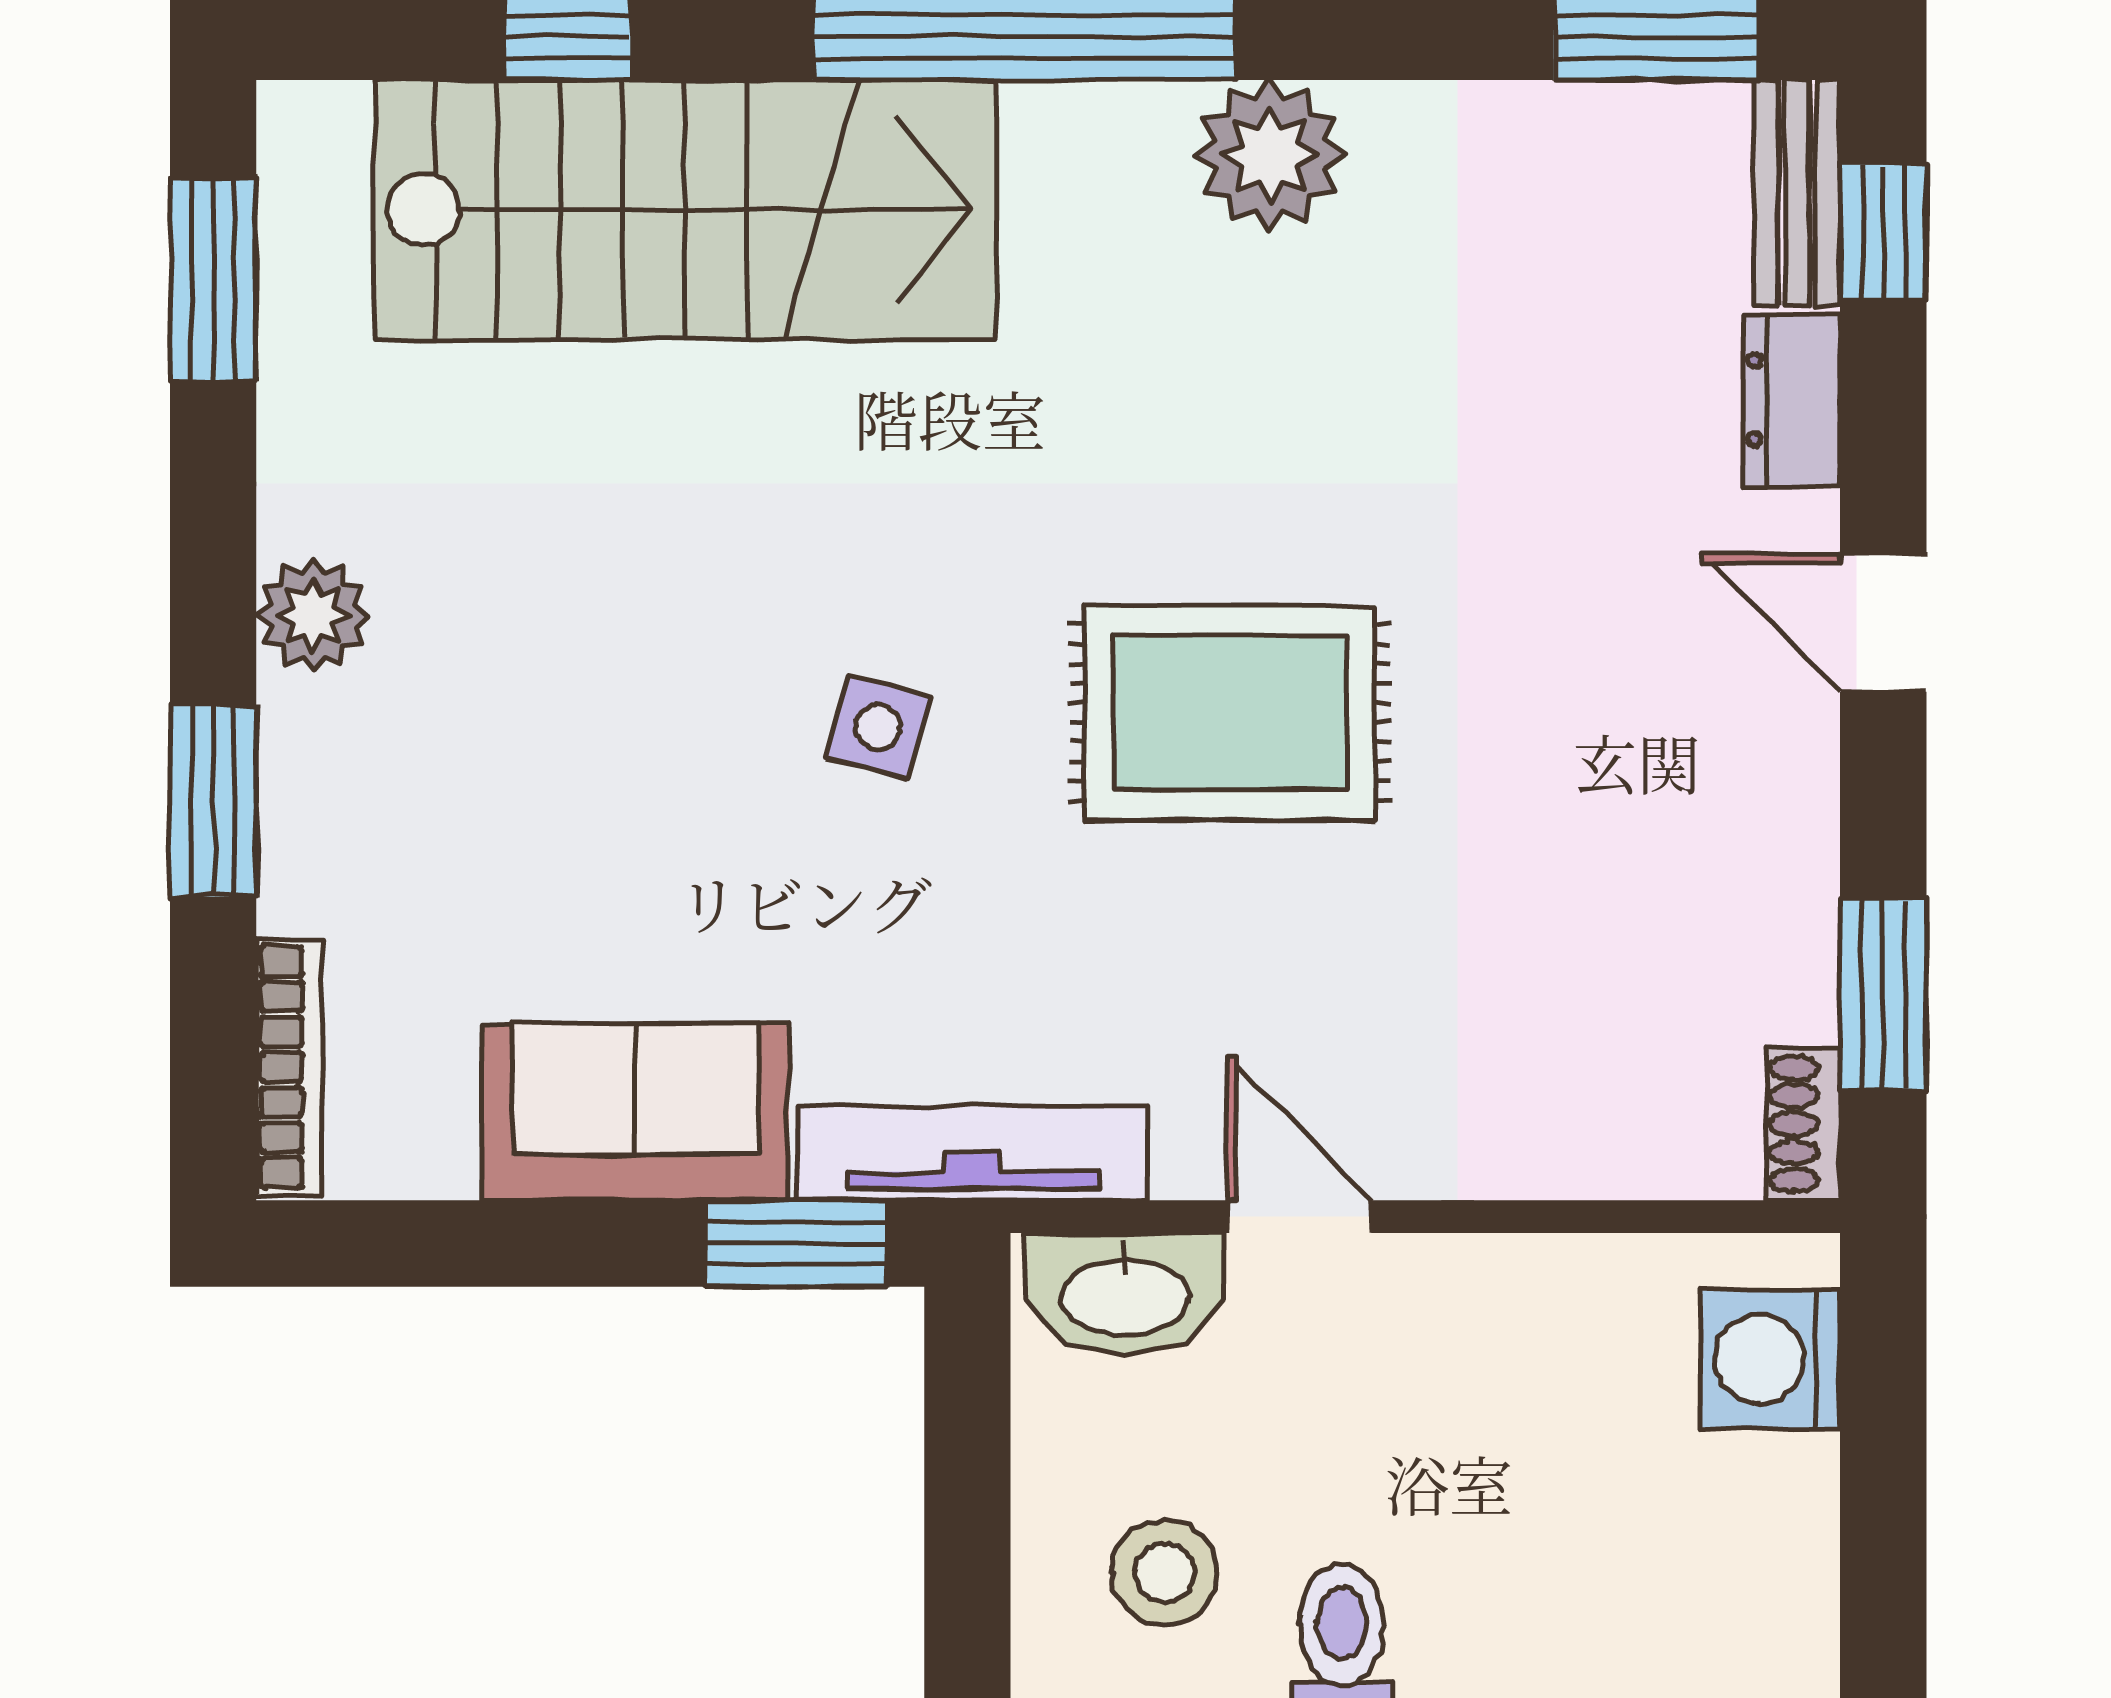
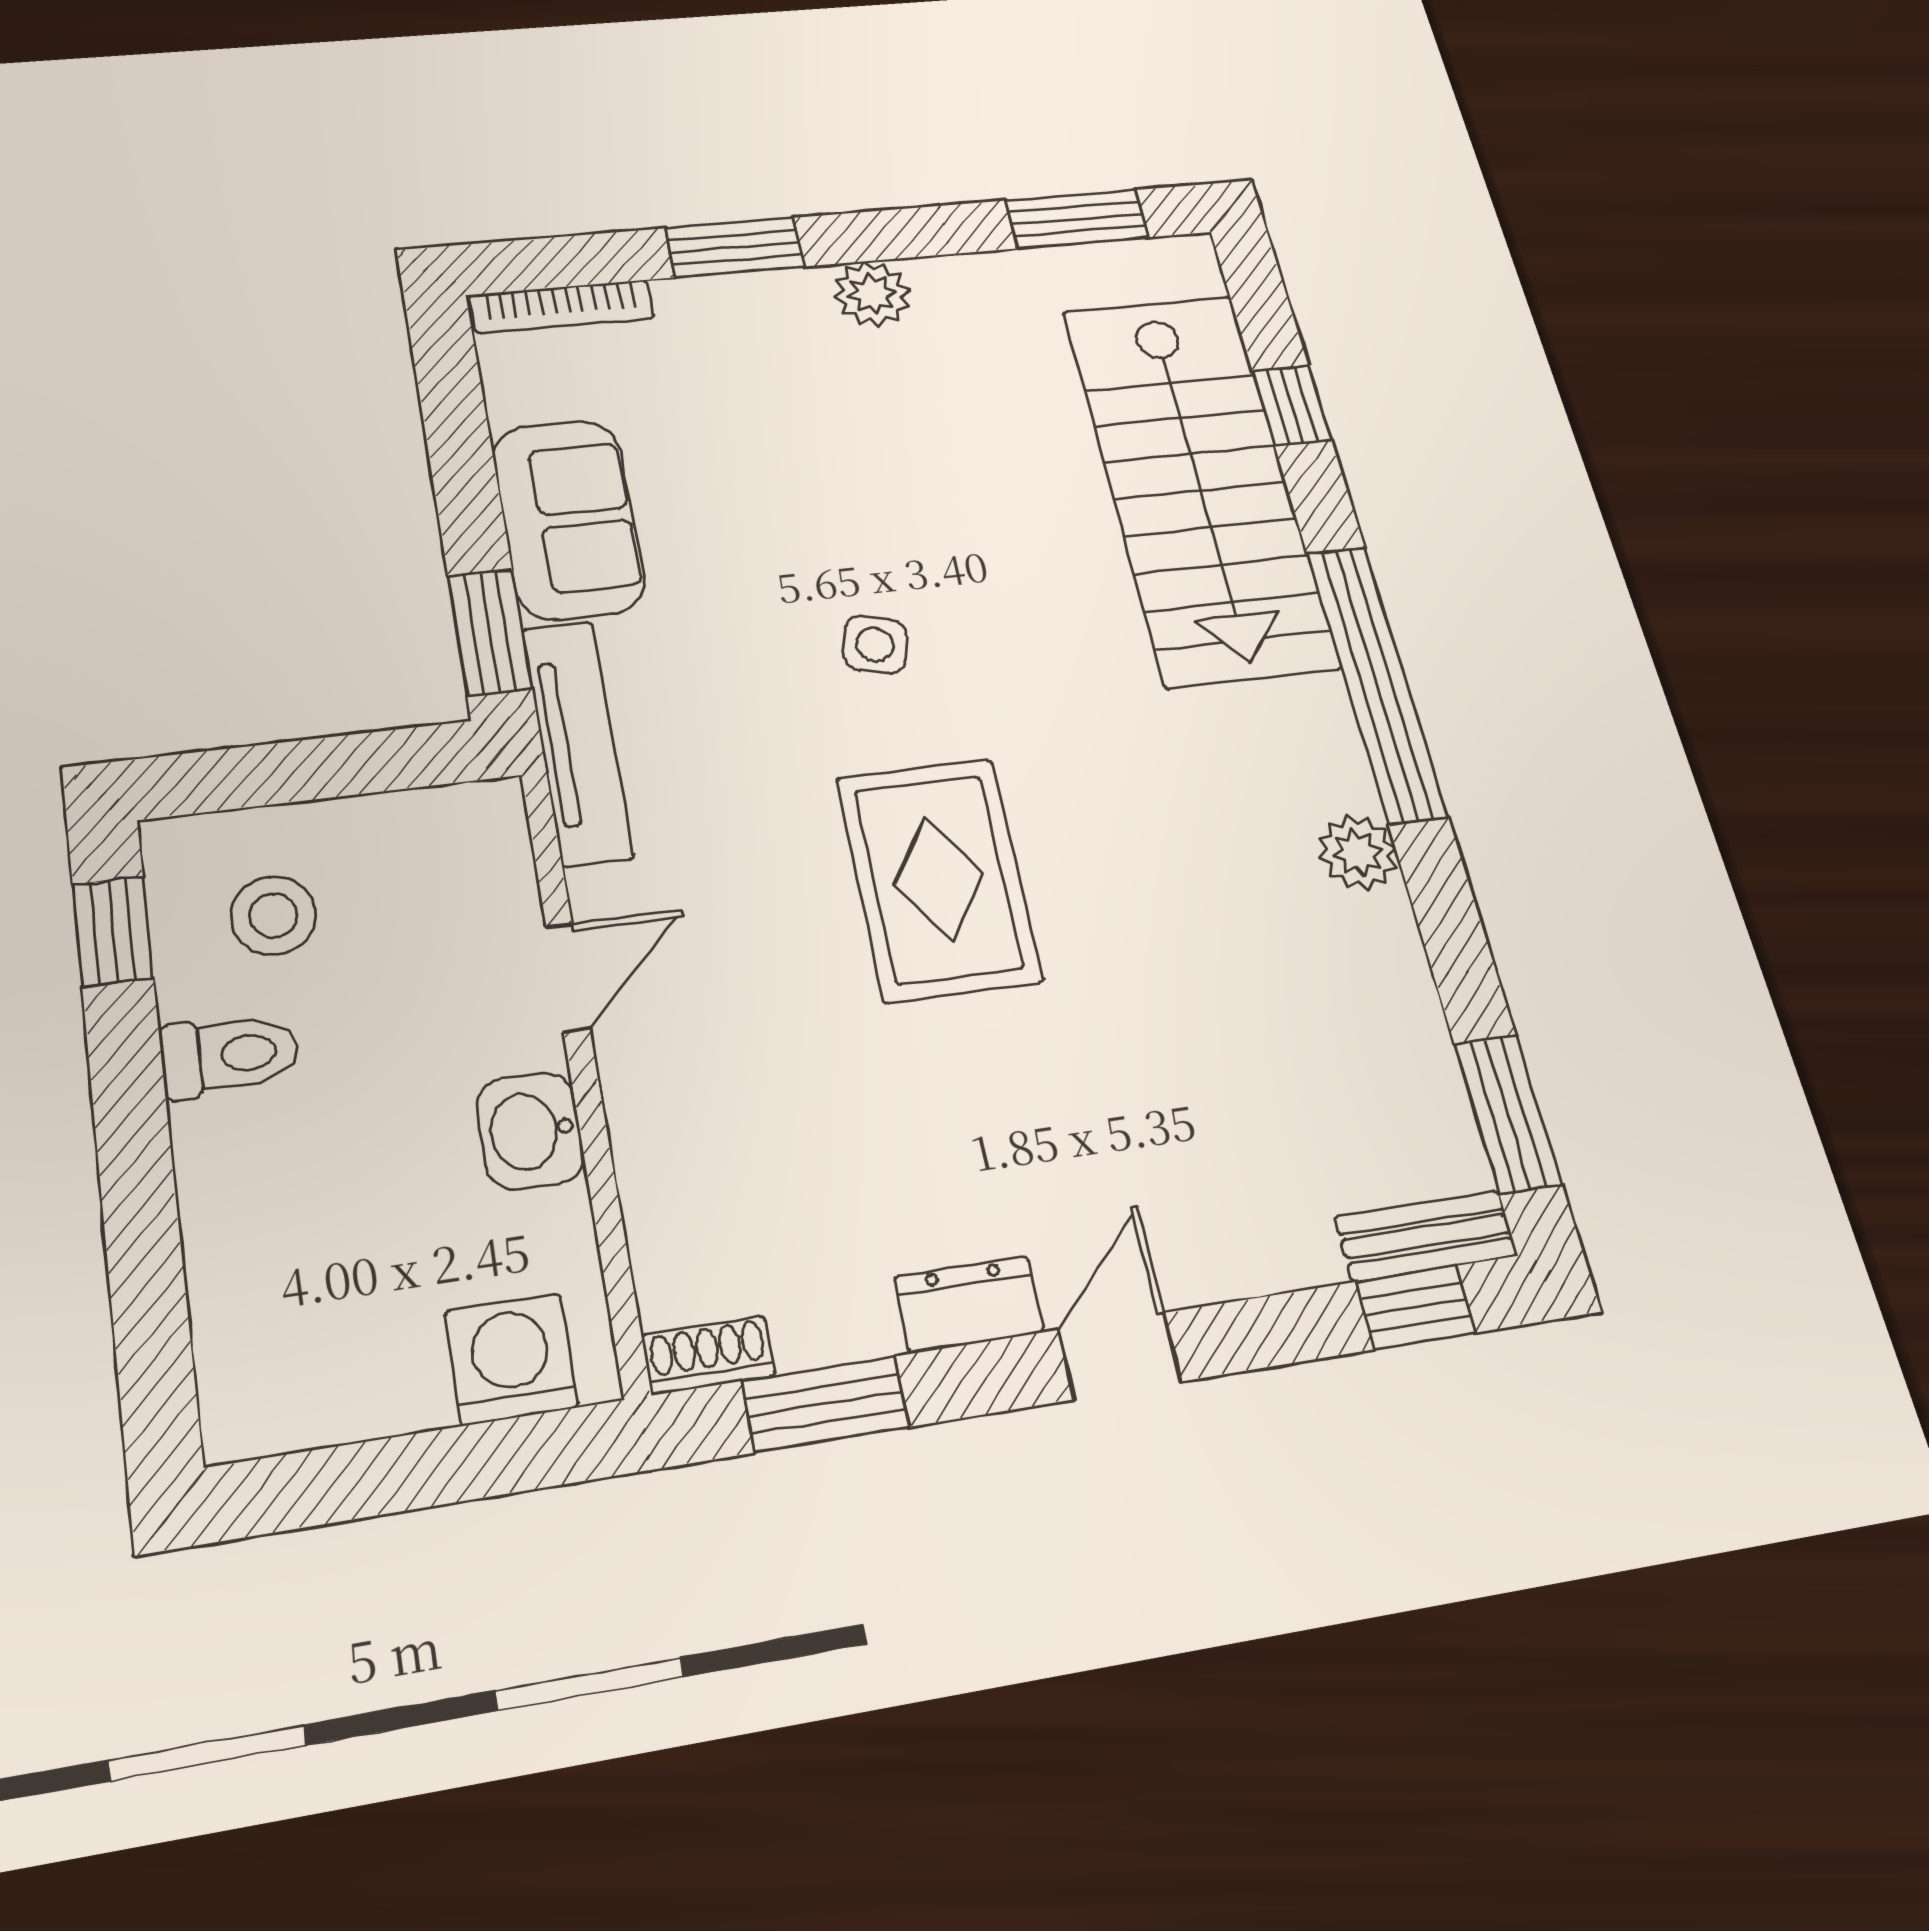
plant: (1270, 155) -> (1357, 853), width x0.73, depth x0.73
dresser: (1792, 400) -> (969, 1305), moved
washbasin: (1125, 1294) -> (530, 1131), moved, width x0.72

